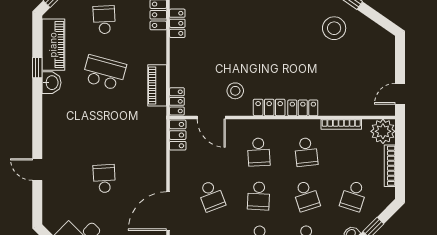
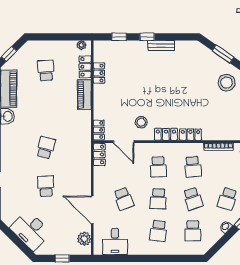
stool: (334, 28) -> (227, 83), moved
school desk: (104, 73) -> (46, 148), moved, width x0.54
piano: (157, 85) -> (84, 95), moved
door: (168, 211) -> (92, 210), hinge flipped

